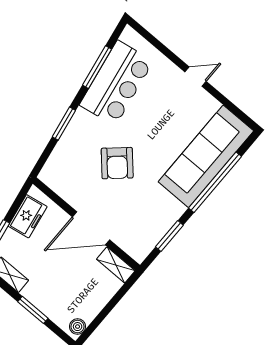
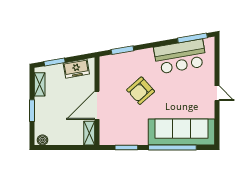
window: (97, 67) -> (192, 38), moved
window: (64, 124) -> (122, 50), moved
door: (91, 228) -> (97, 105), hinge flipped

